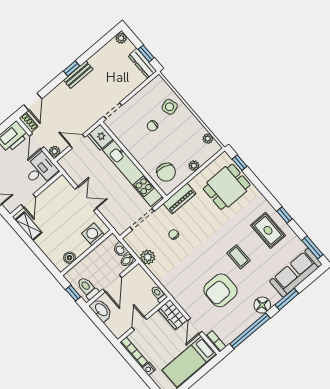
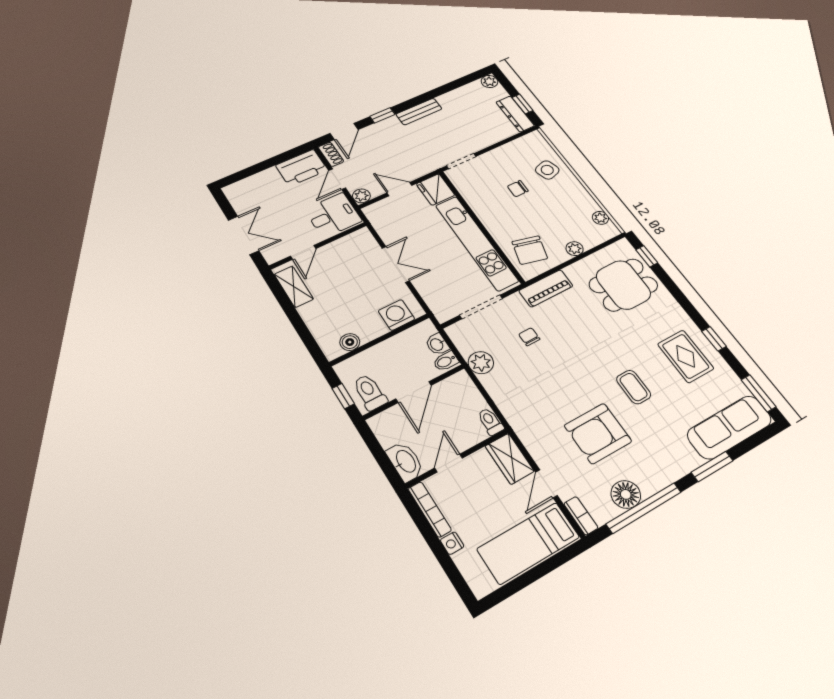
window: (72, 69) -> (382, 115), moved
floor lamp: (262, 305) -> (626, 494), moved
washbasin: (101, 310) -> (405, 462), moved

